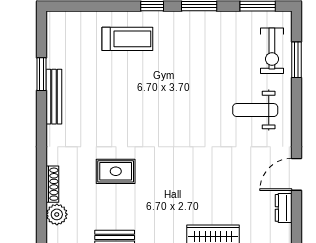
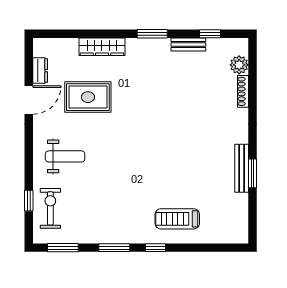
window: (296, 60) -> (29, 201), width x0.67
window: (42, 74) -> (253, 173), moved
rug: (116, 171) -> (88, 97), moved, width x1.36, depth x1.43

